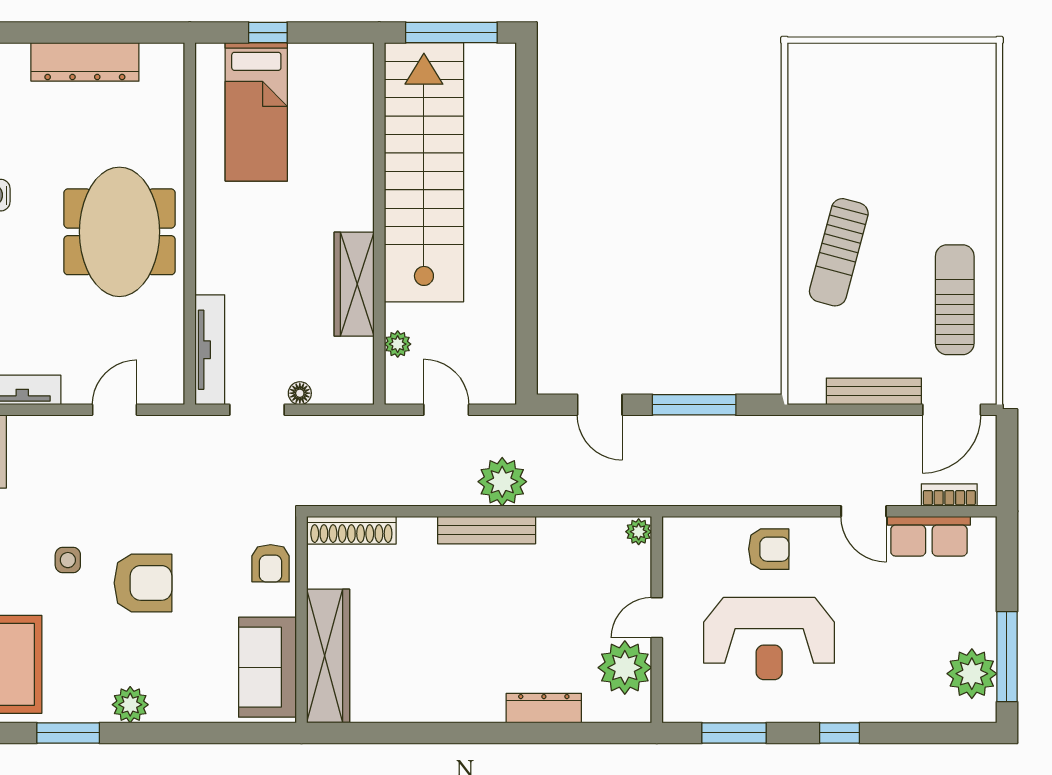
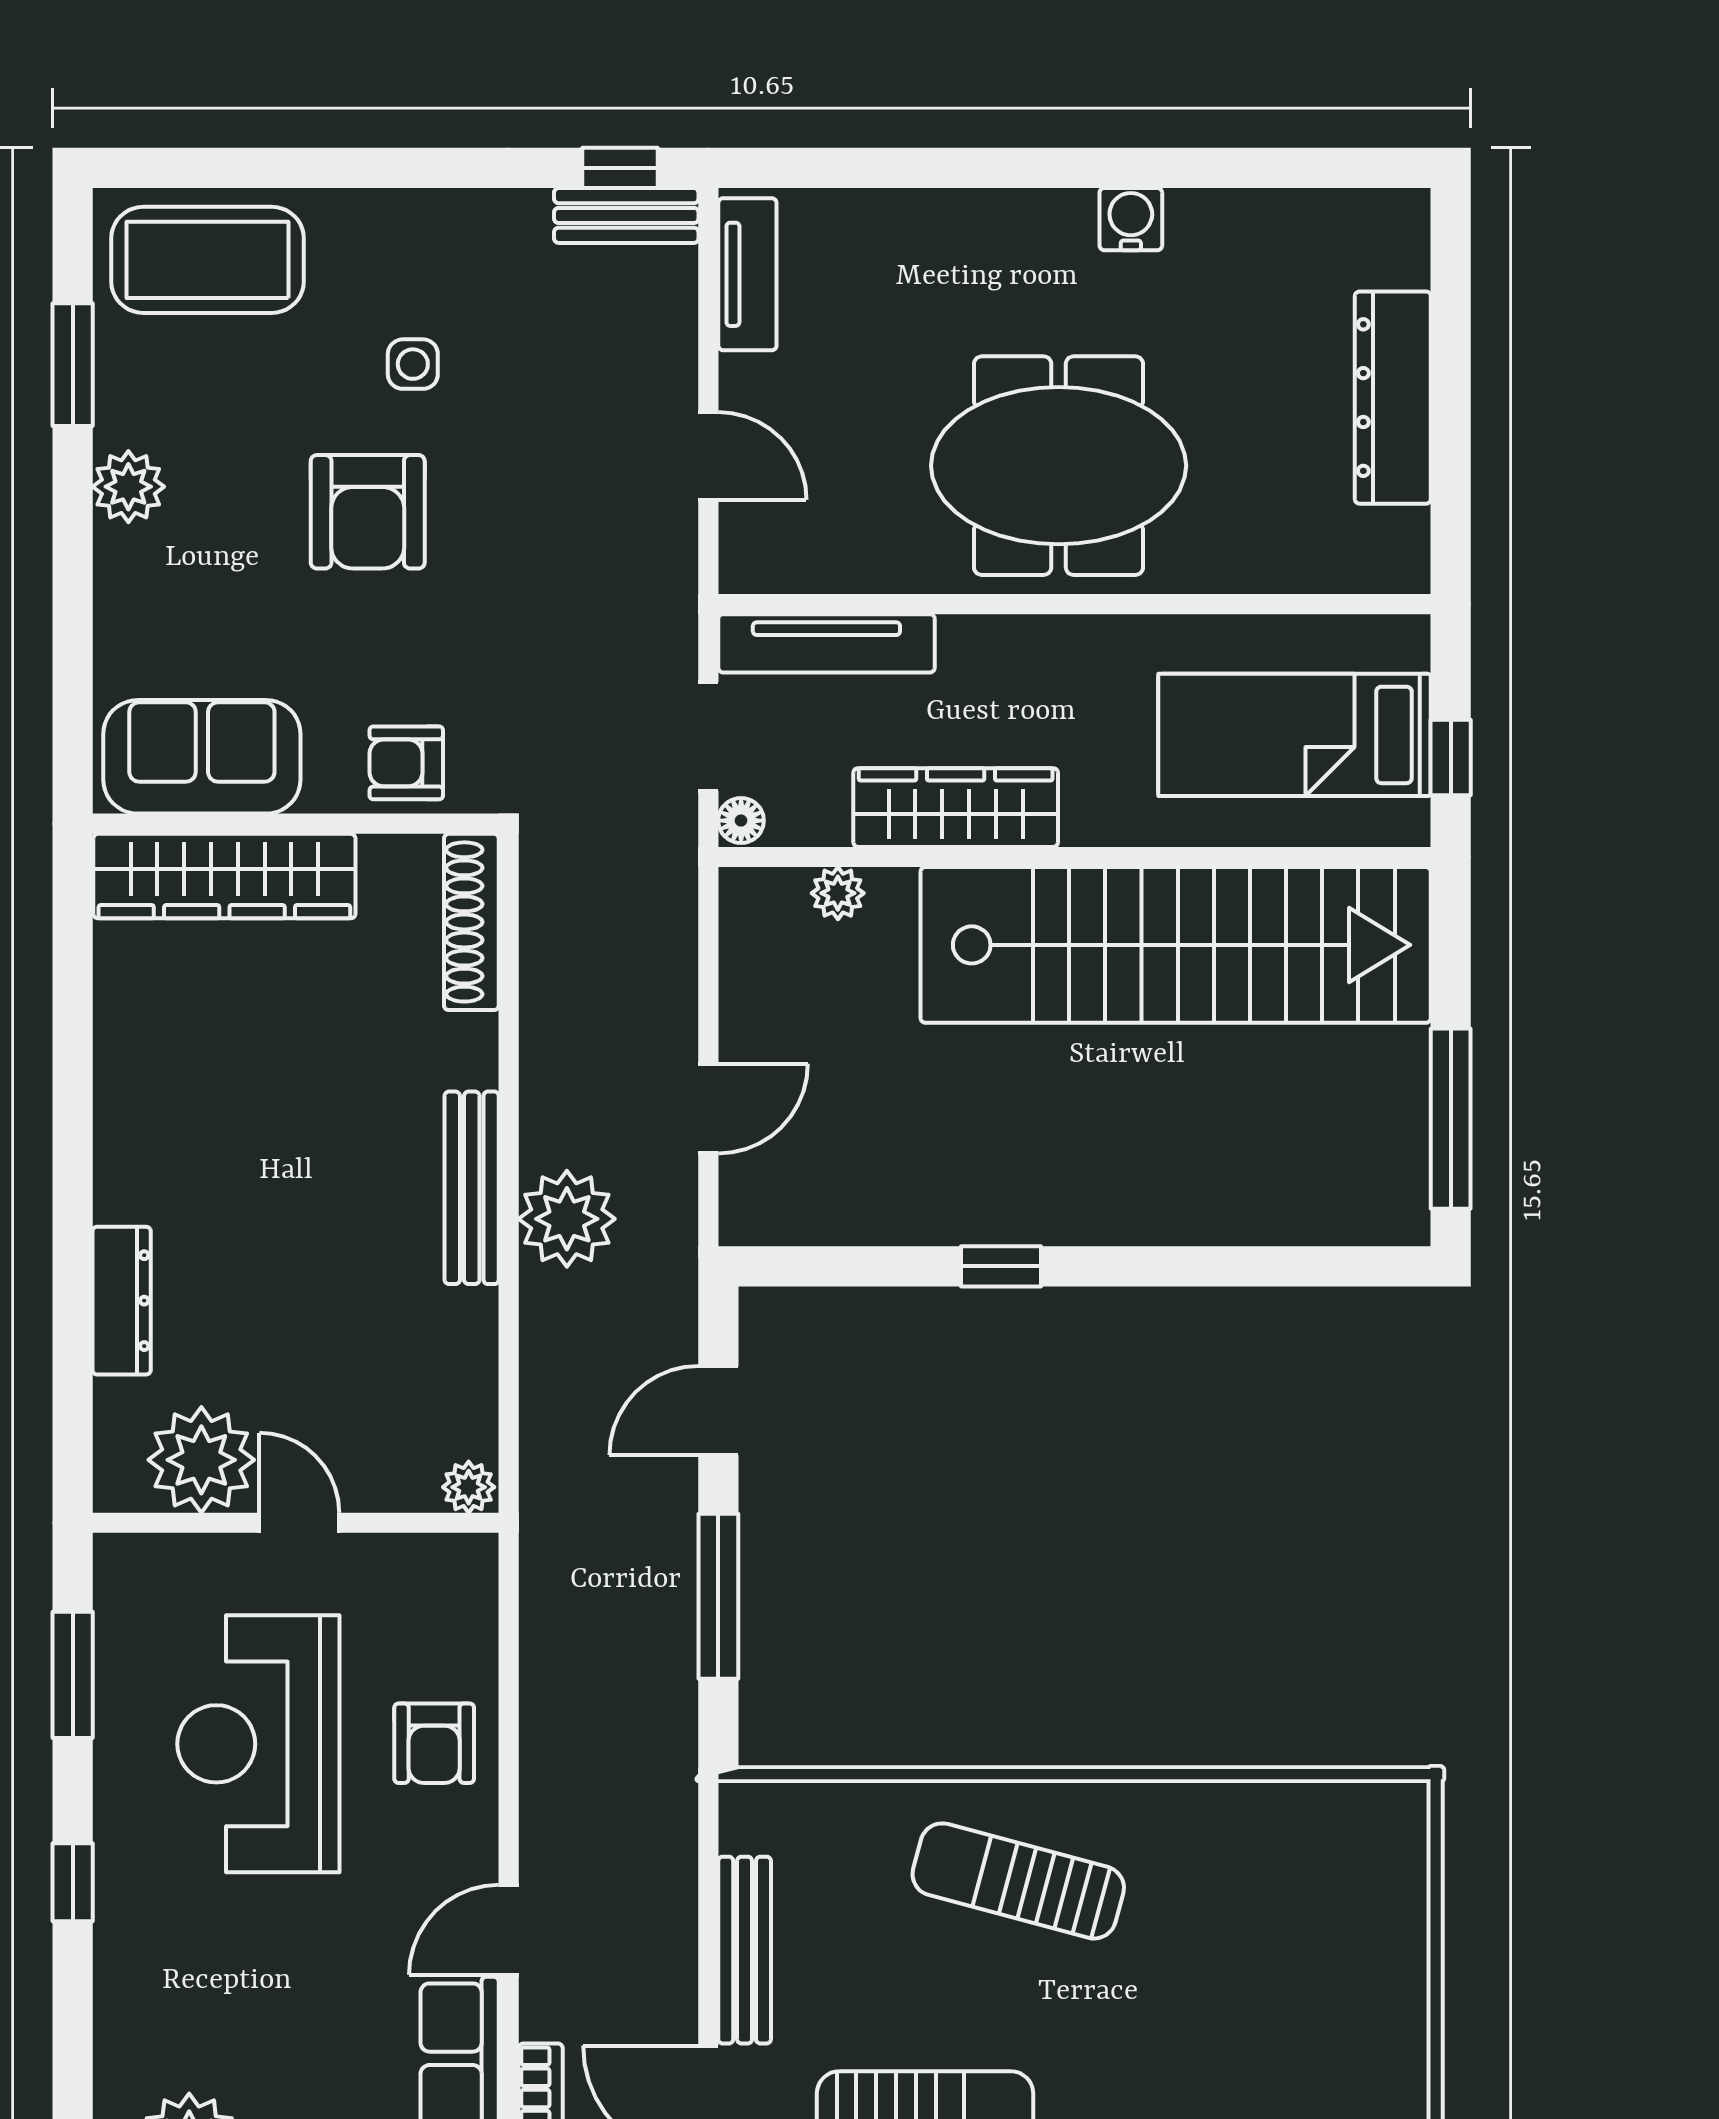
stairs: (424, 172) -> (1176, 945), moved
wall: (379, 224) -> (1075, 857), moved
window: (526, 261) -> (1001, 1266), added
wardrobe: (354, 284) -> (956, 808), moved
plant: (398, 344) -> (838, 893), moved

